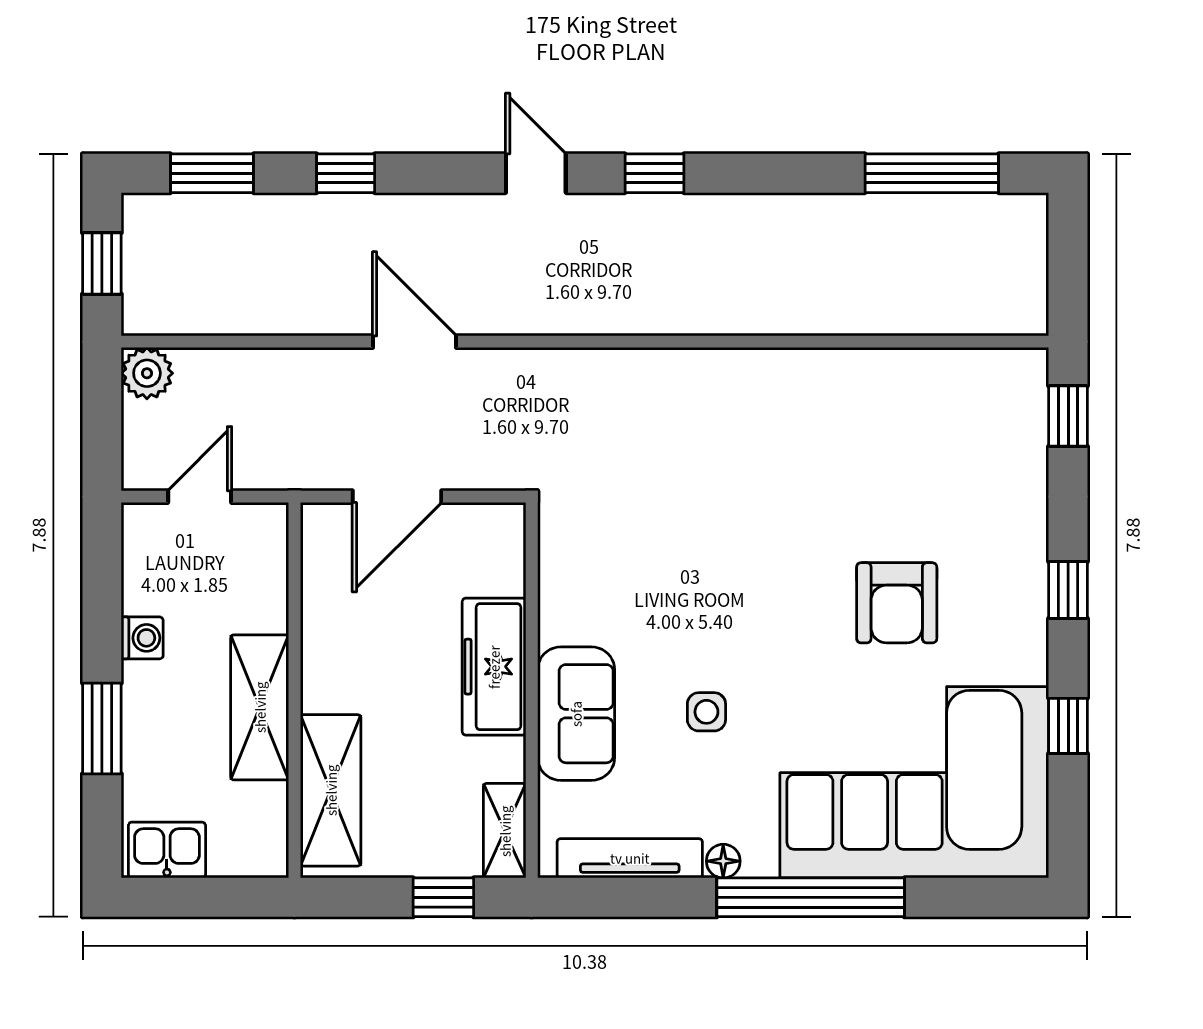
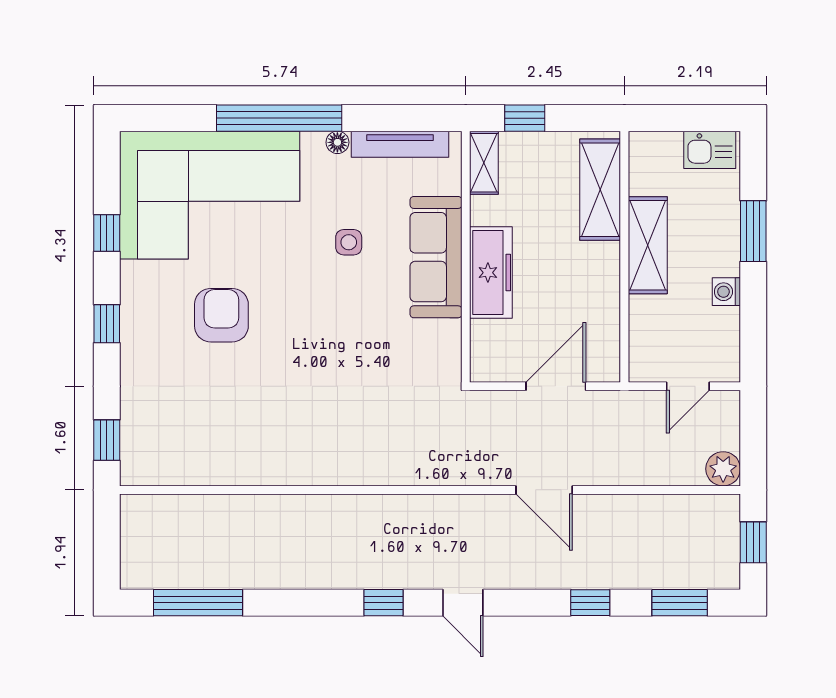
sofa: (576, 714) -> (436, 257), width x1.36

